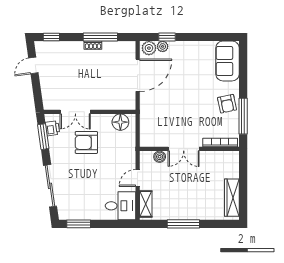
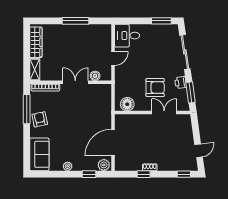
window: (100, 37) -> (144, 174), width x0.46
plant: (163, 46) -> (68, 166), moved
printer: (53, 128) -> (181, 82), moved
shelving: (146, 204) -> (35, 70), moved

